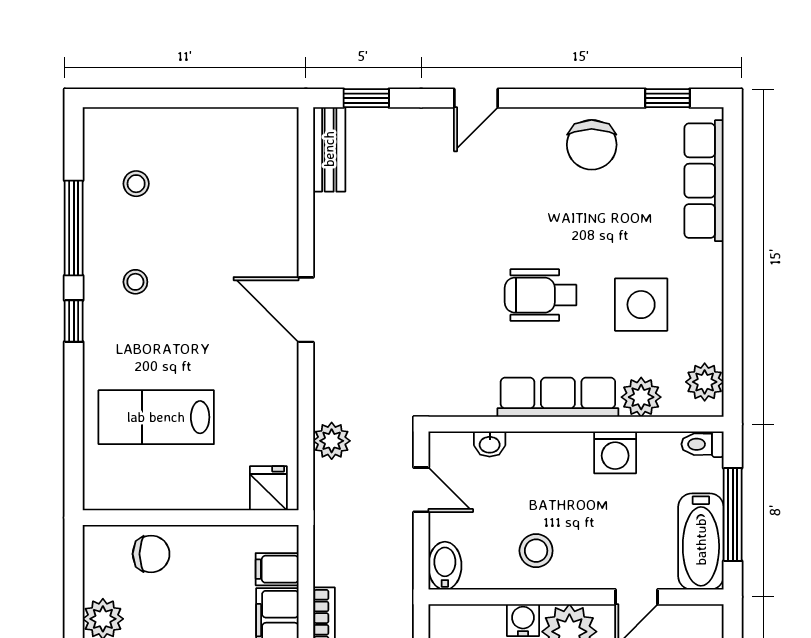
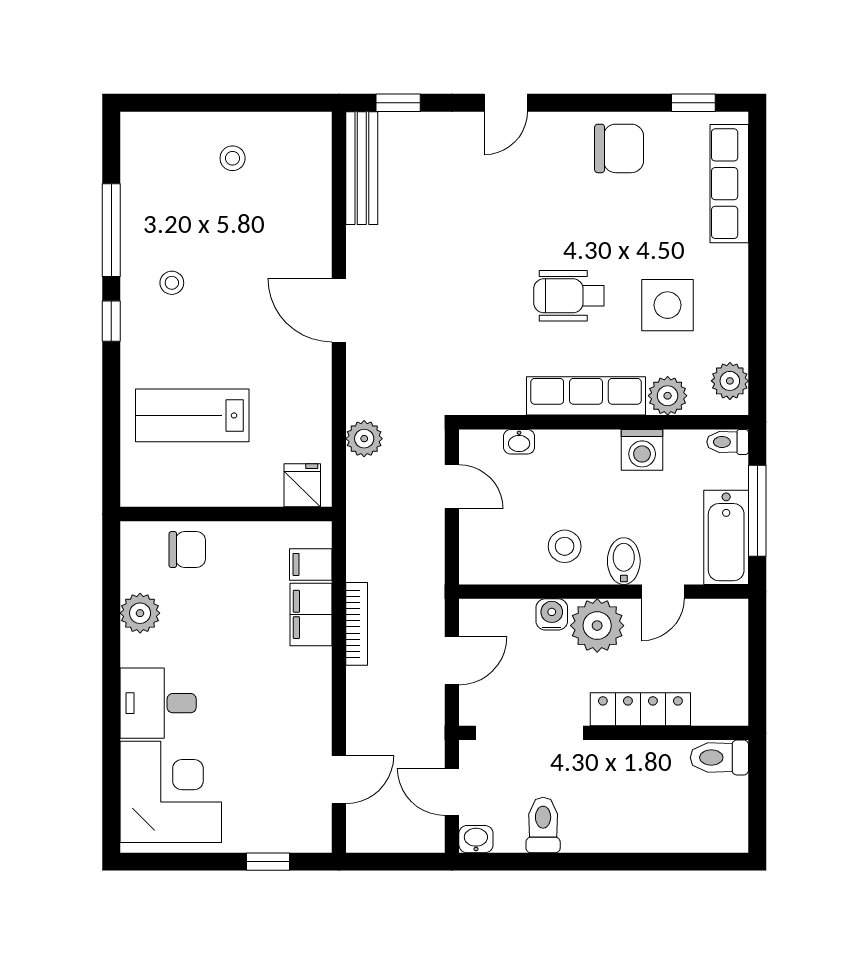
chair: (592, 145) -> (619, 148), turned -90
bench: (329, 149) -> (362, 168), width x1.36
stool: (136, 184) -> (233, 158), moved
bidet: (445, 566) -> (624, 561), moved

